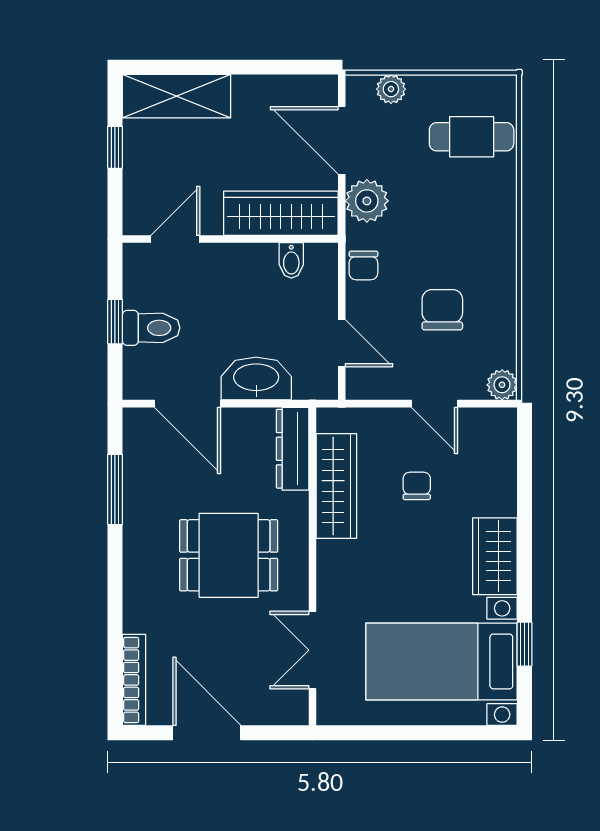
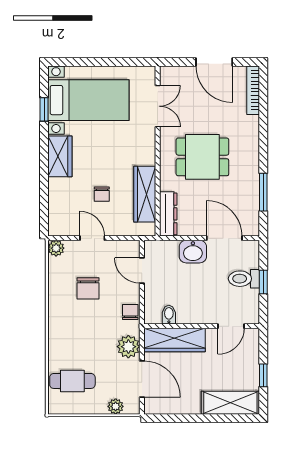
washbasin: (256, 379) -> (193, 252), width x0.72

